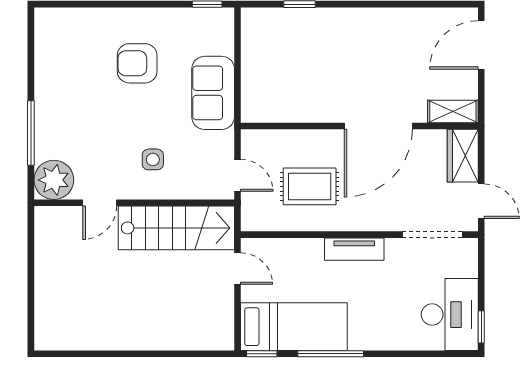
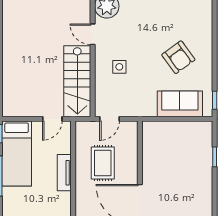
armchair: (137, 63) -> (178, 57), turned 144
sofa: (213, 93) -> (180, 104), moved
tv unit: (354, 249) -> (64, 173), moved

